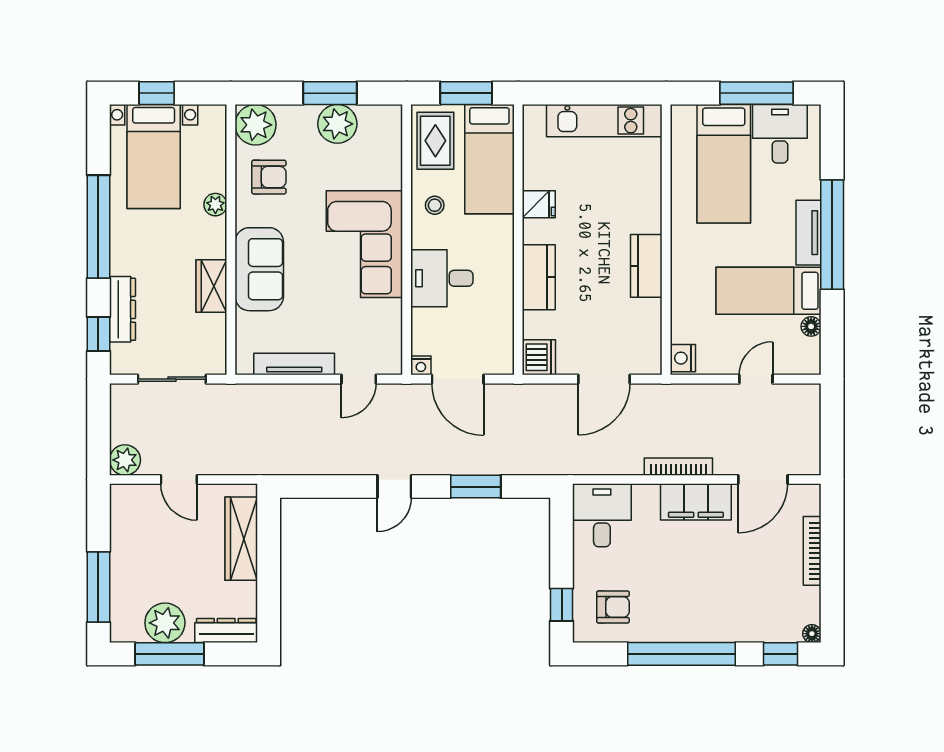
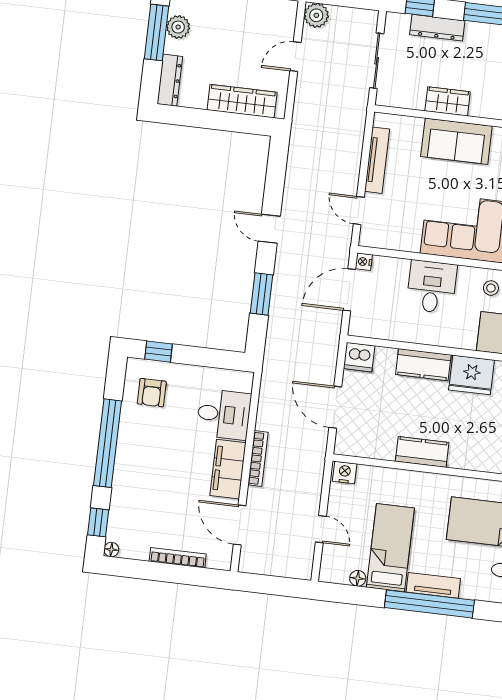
fridge: (539, 204) -> (471, 375), width x1.88, depth x1.34
desk: (602, 515) -> (224, 414), moved
plant: (165, 623) -> (178, 27), width x0.73, depth x0.73

